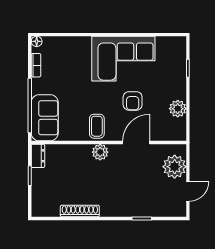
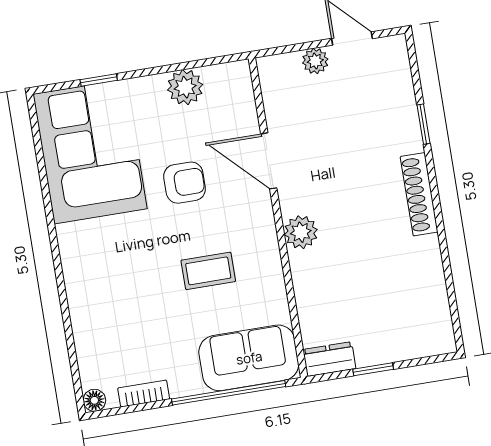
corner sofa: (123, 59) -> (90, 151), moved
coffee table: (97, 126) -> (208, 271), moved
plant: (175, 167) -> (315, 61), width x0.53, depth x0.53
shoe rack: (80, 211) -> (419, 194), moved

